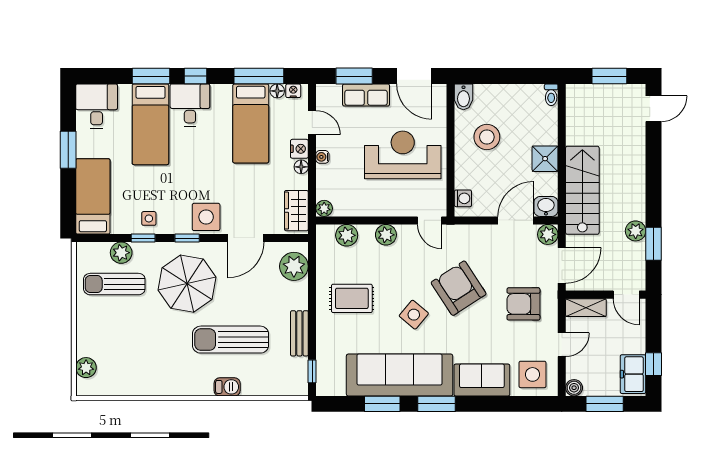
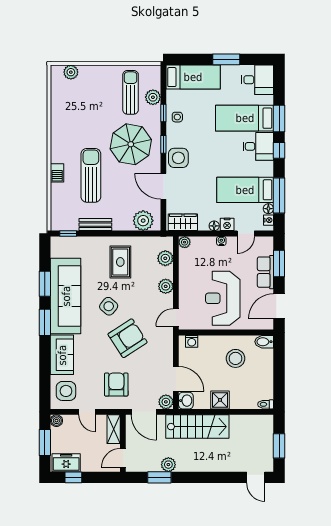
reception desk: (403, 155) -> (223, 298), turned 180

